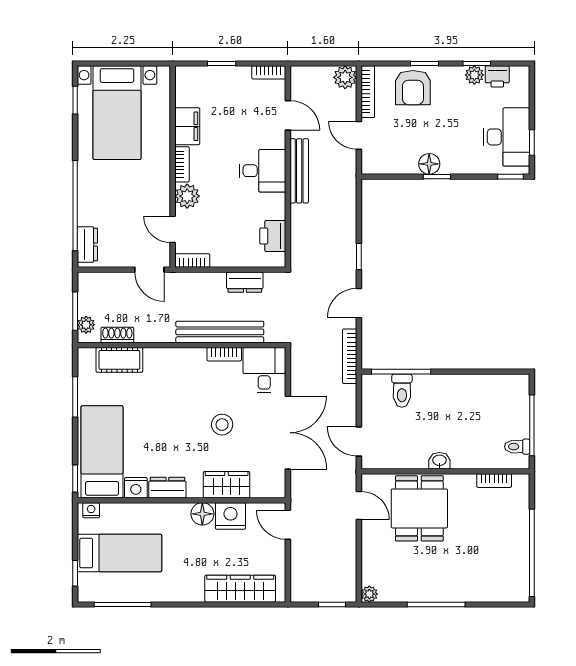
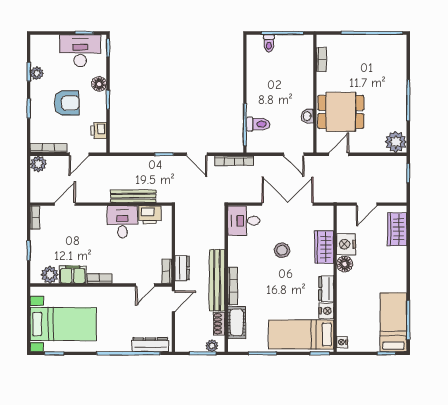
printer: (497, 76) -> (99, 131), moved, turned 180
armchair: (413, 88) -> (67, 103), moved
floor lamp: (429, 164) -> (99, 84), moved
desk: (263, 171) -> (122, 222), moved
bench: (299, 171) -> (133, 196), moved
plant: (187, 196) -> (50, 275), moved
dresser: (87, 245) -> (150, 345), width x1.44
dresser: (245, 282) -> (182, 268), moved
bench: (220, 332) -> (217, 280), moved
bookcase: (224, 354) -> (233, 286), moved, width x1.56
door: (359, 441) -> (294, 154), hinge flipped
toilet: (517, 447) -> (269, 43), moved
washbasin: (439, 461) -> (307, 116), moved
door: (288, 525) -> (367, 204), moved
bed: (119, 553) -> (393, 322), moved
wardrobe: (240, 589) -> (397, 229), width x0.67
plant: (369, 594) -> (396, 142), width x1.88, depth x1.88

